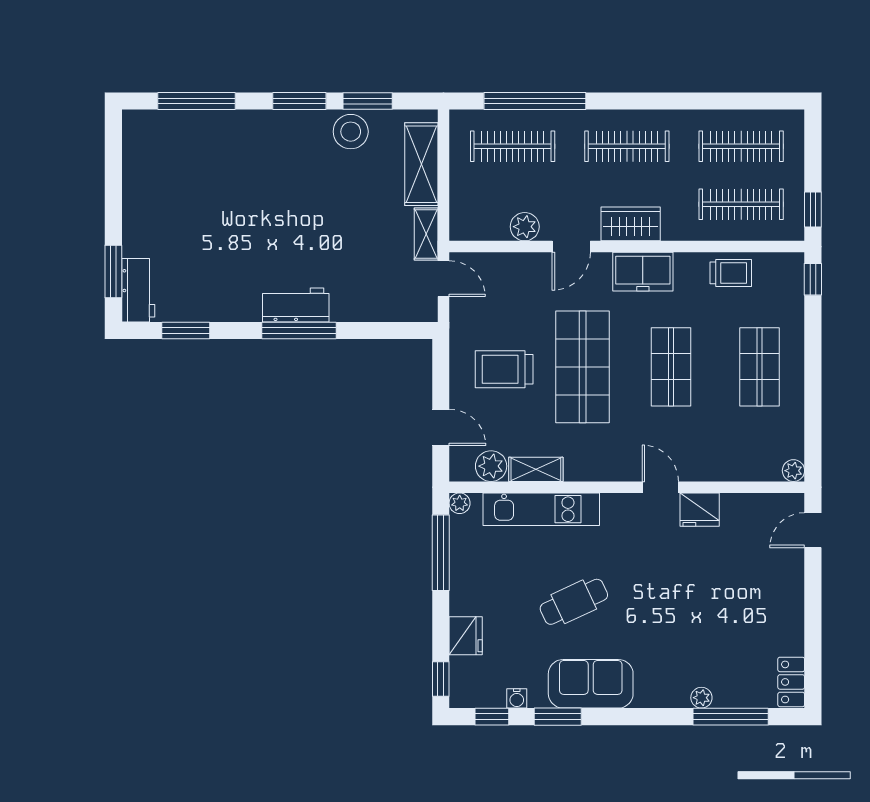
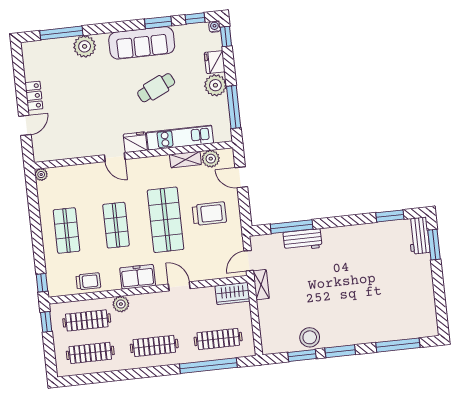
shelving: (421, 164) -> (268, 323), removed
wardrobe: (631, 224) -> (232, 293), moved
plant: (525, 227) -> (121, 304), moved
door: (571, 247) -> (179, 286), hinge flipped
trolley: (731, 273) -> (88, 281), turned 180
door: (444, 279) -> (249, 261), hinge flipped
workbench: (296, 305) -> (303, 240), moved
window: (299, 331) -> (292, 227), moved
plant: (460, 503) -> (215, 85), moved, width x1.87, depth x1.87
fridge: (700, 510) -> (135, 142), moved
door: (813, 530) -> (25, 125), moved
locker: (791, 682) -> (34, 96), moved
sofa: (591, 684) -> (142, 43), width x1.36
water cooler: (517, 698) -> (215, 27), moved
plant: (701, 698) -> (85, 46), width x1.87, depth x1.87

